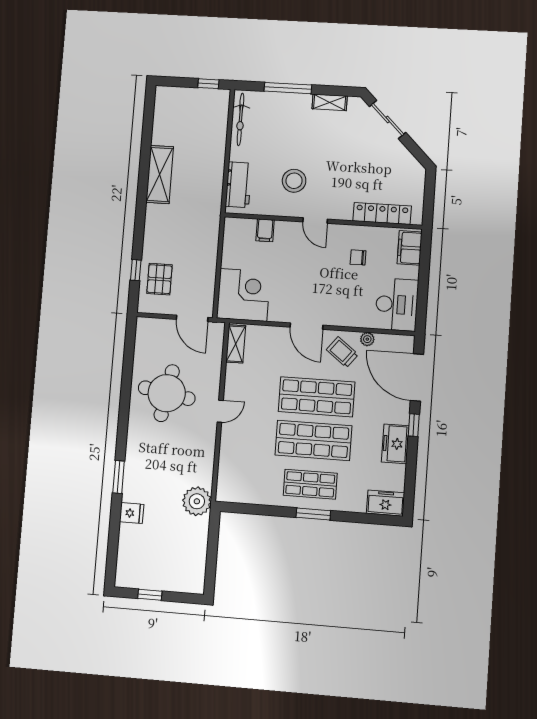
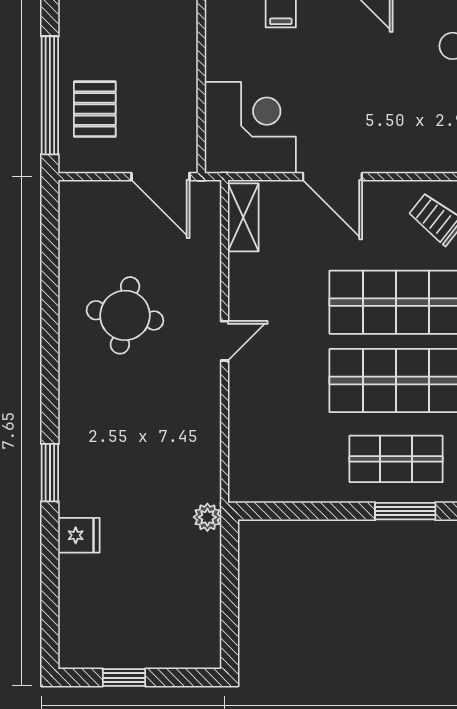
window: (136, 270) -> (50, 95), width x3.17
door: (306, 326) -> (332, 177), moved
round table: (167, 393) -> (125, 315), width x0.73, depth x0.73
plant: (197, 501) -> (207, 517), width x0.53, depth x0.53

